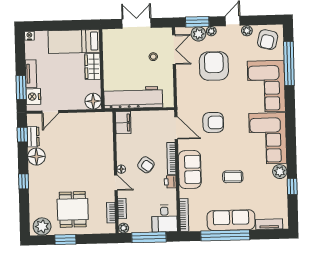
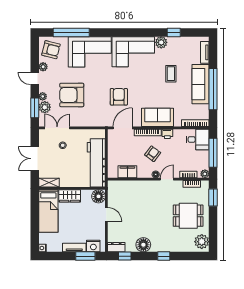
shelving: (108, 41) -> (49, 183), added
door: (50, 112) -> (106, 214), moved
filing cabinet: (123, 123) -> (127, 172), moved
dresser: (33, 137) -> (116, 247), moved
coffee table: (233, 177) -> (171, 74), moved
window: (65, 240) -> (213, 198), moved

